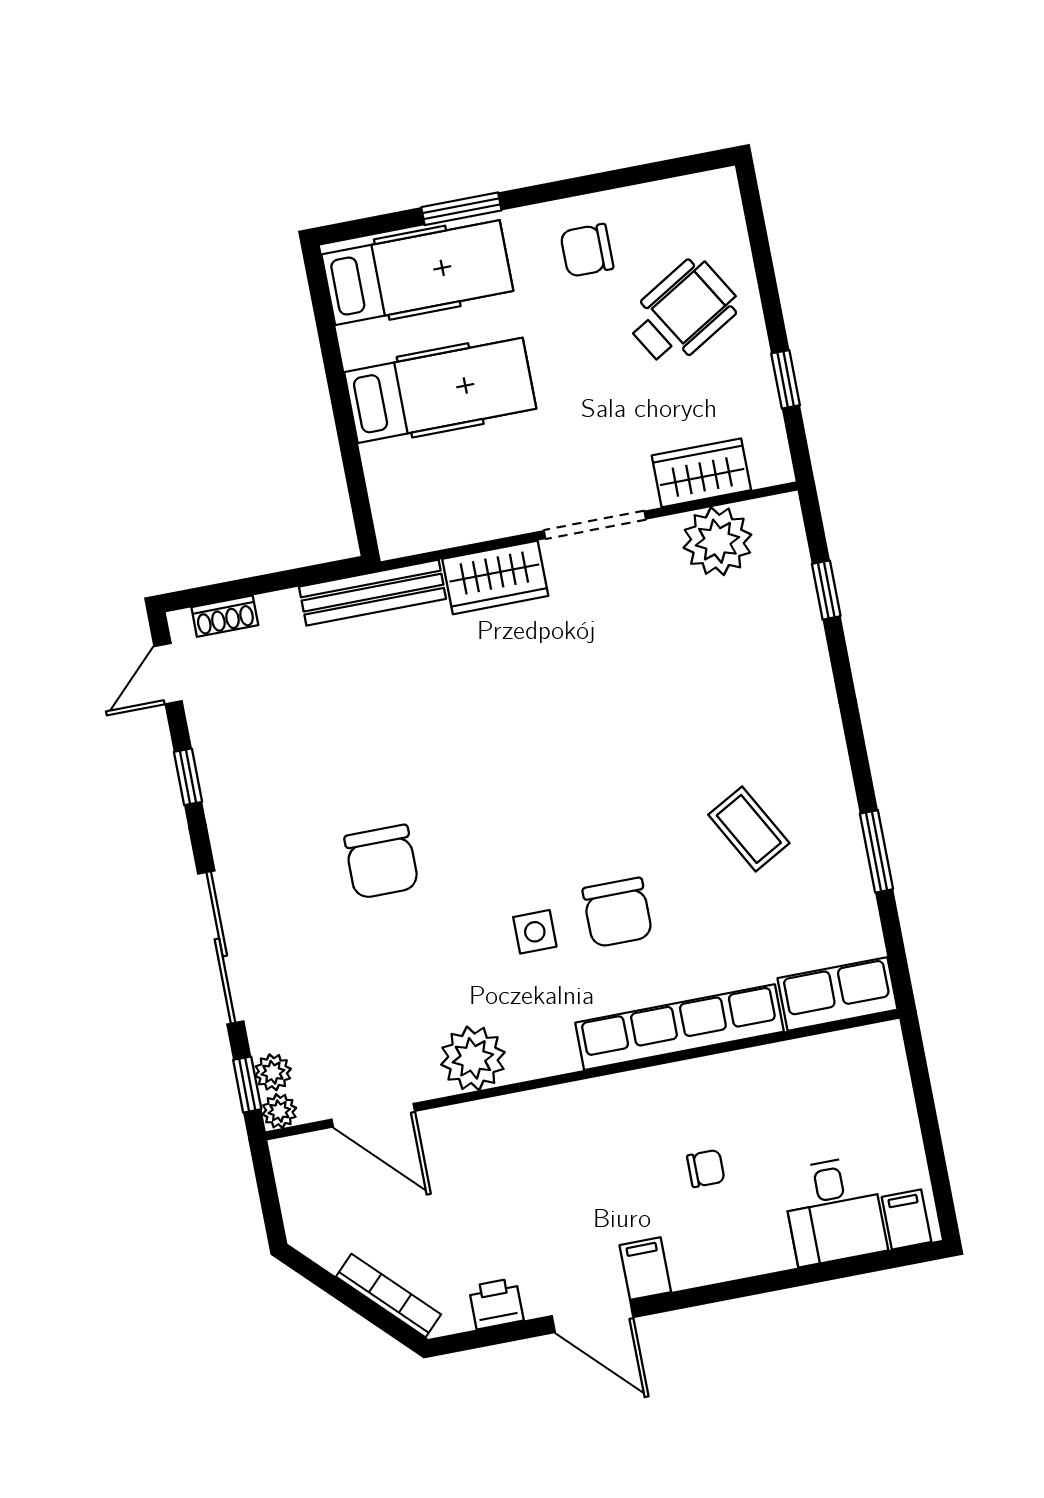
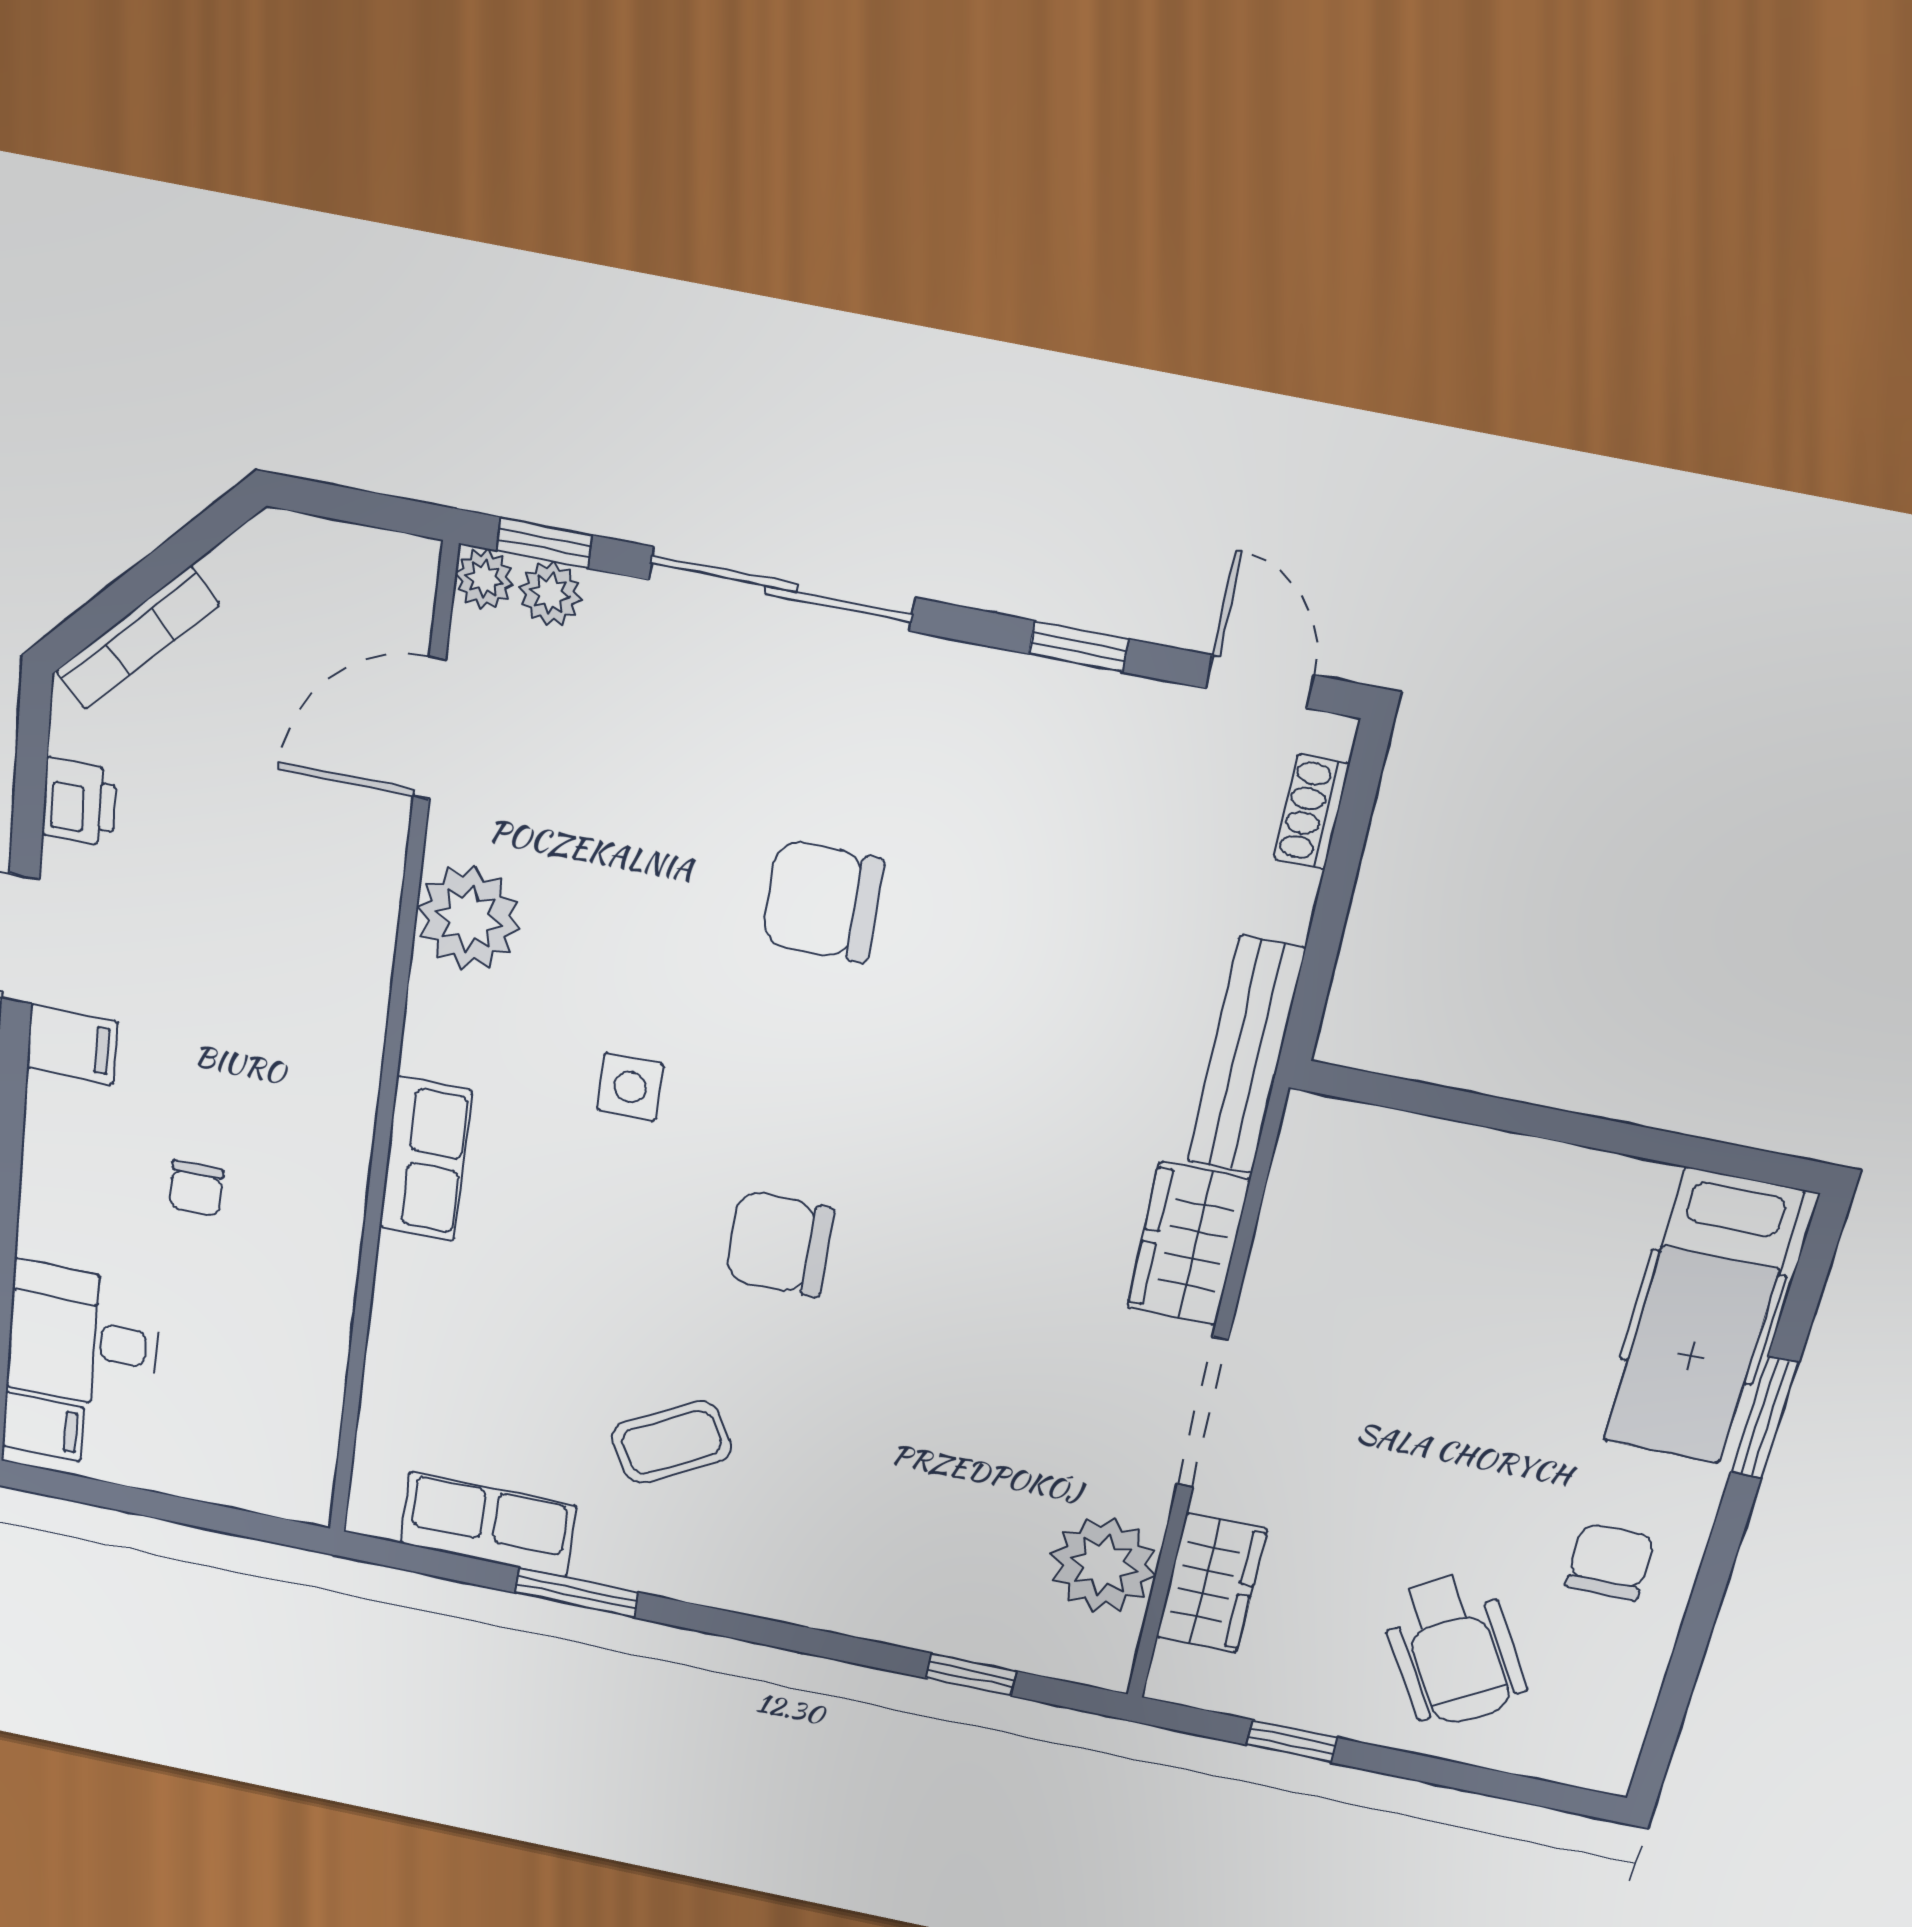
hospital bed: (440, 390) -> (1508, 1279), removed
chair: (617, 912) -> (780, 1244), moved
row of seats: (838, 994) -> (488, 1525), moved, turned -90
row of seats: (680, 1027) -> (425, 1159), width x0.50

